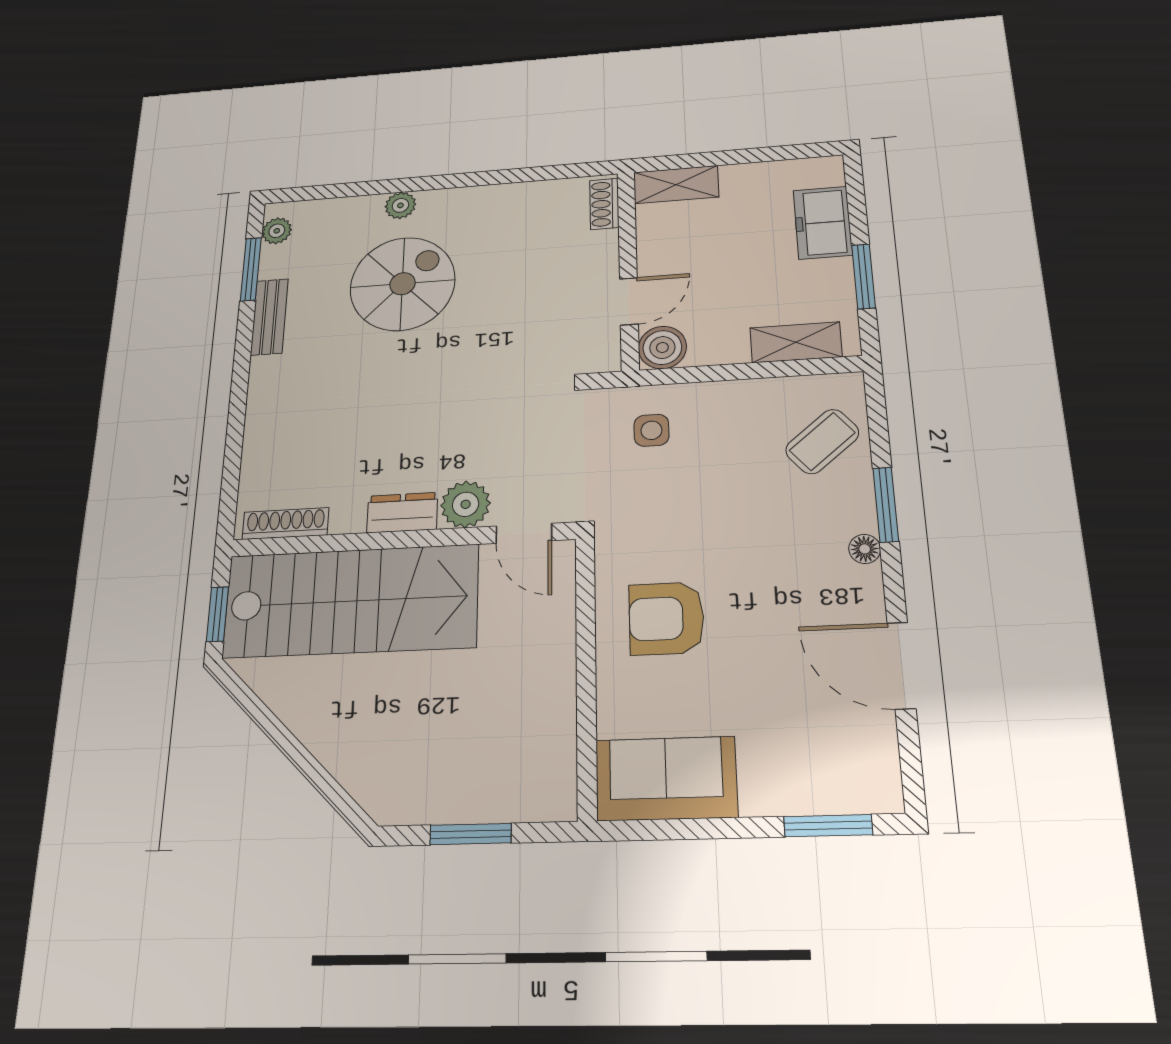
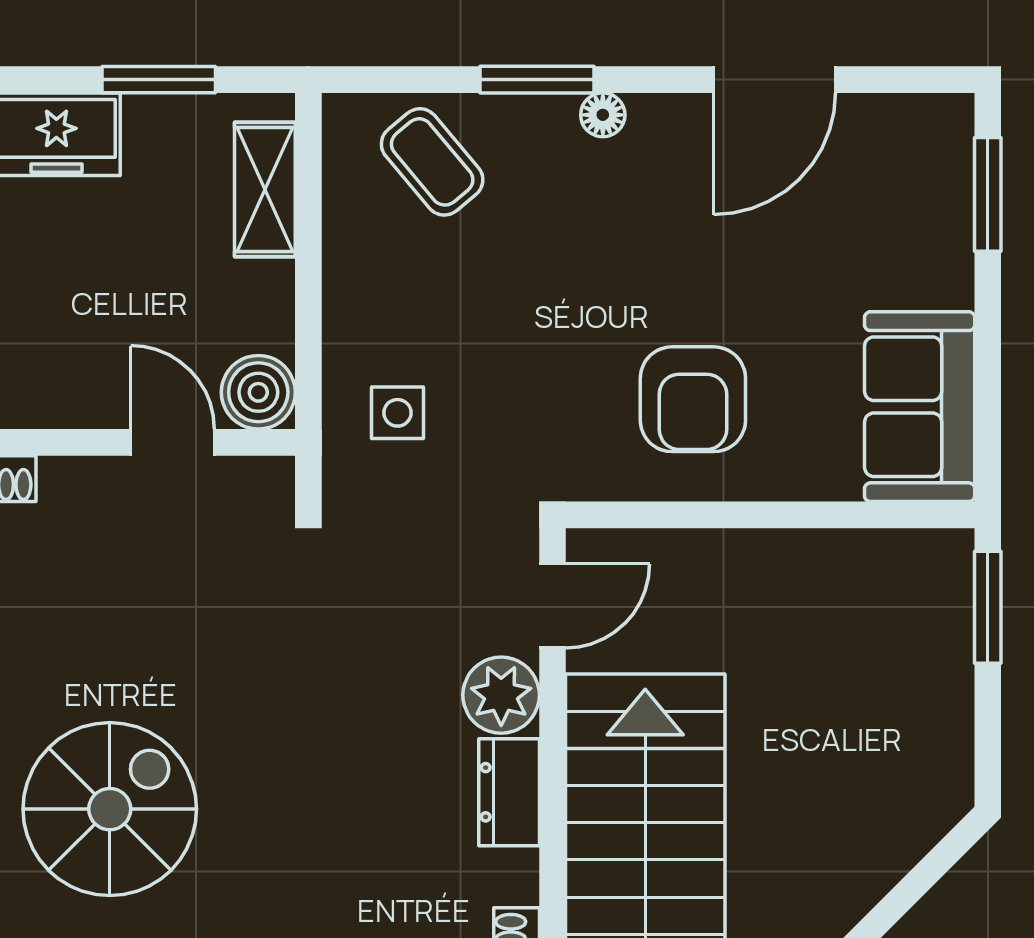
spiral stairs: (402, 284) -> (110, 809), turned 90
window: (471, 834) -> (988, 607), moved

